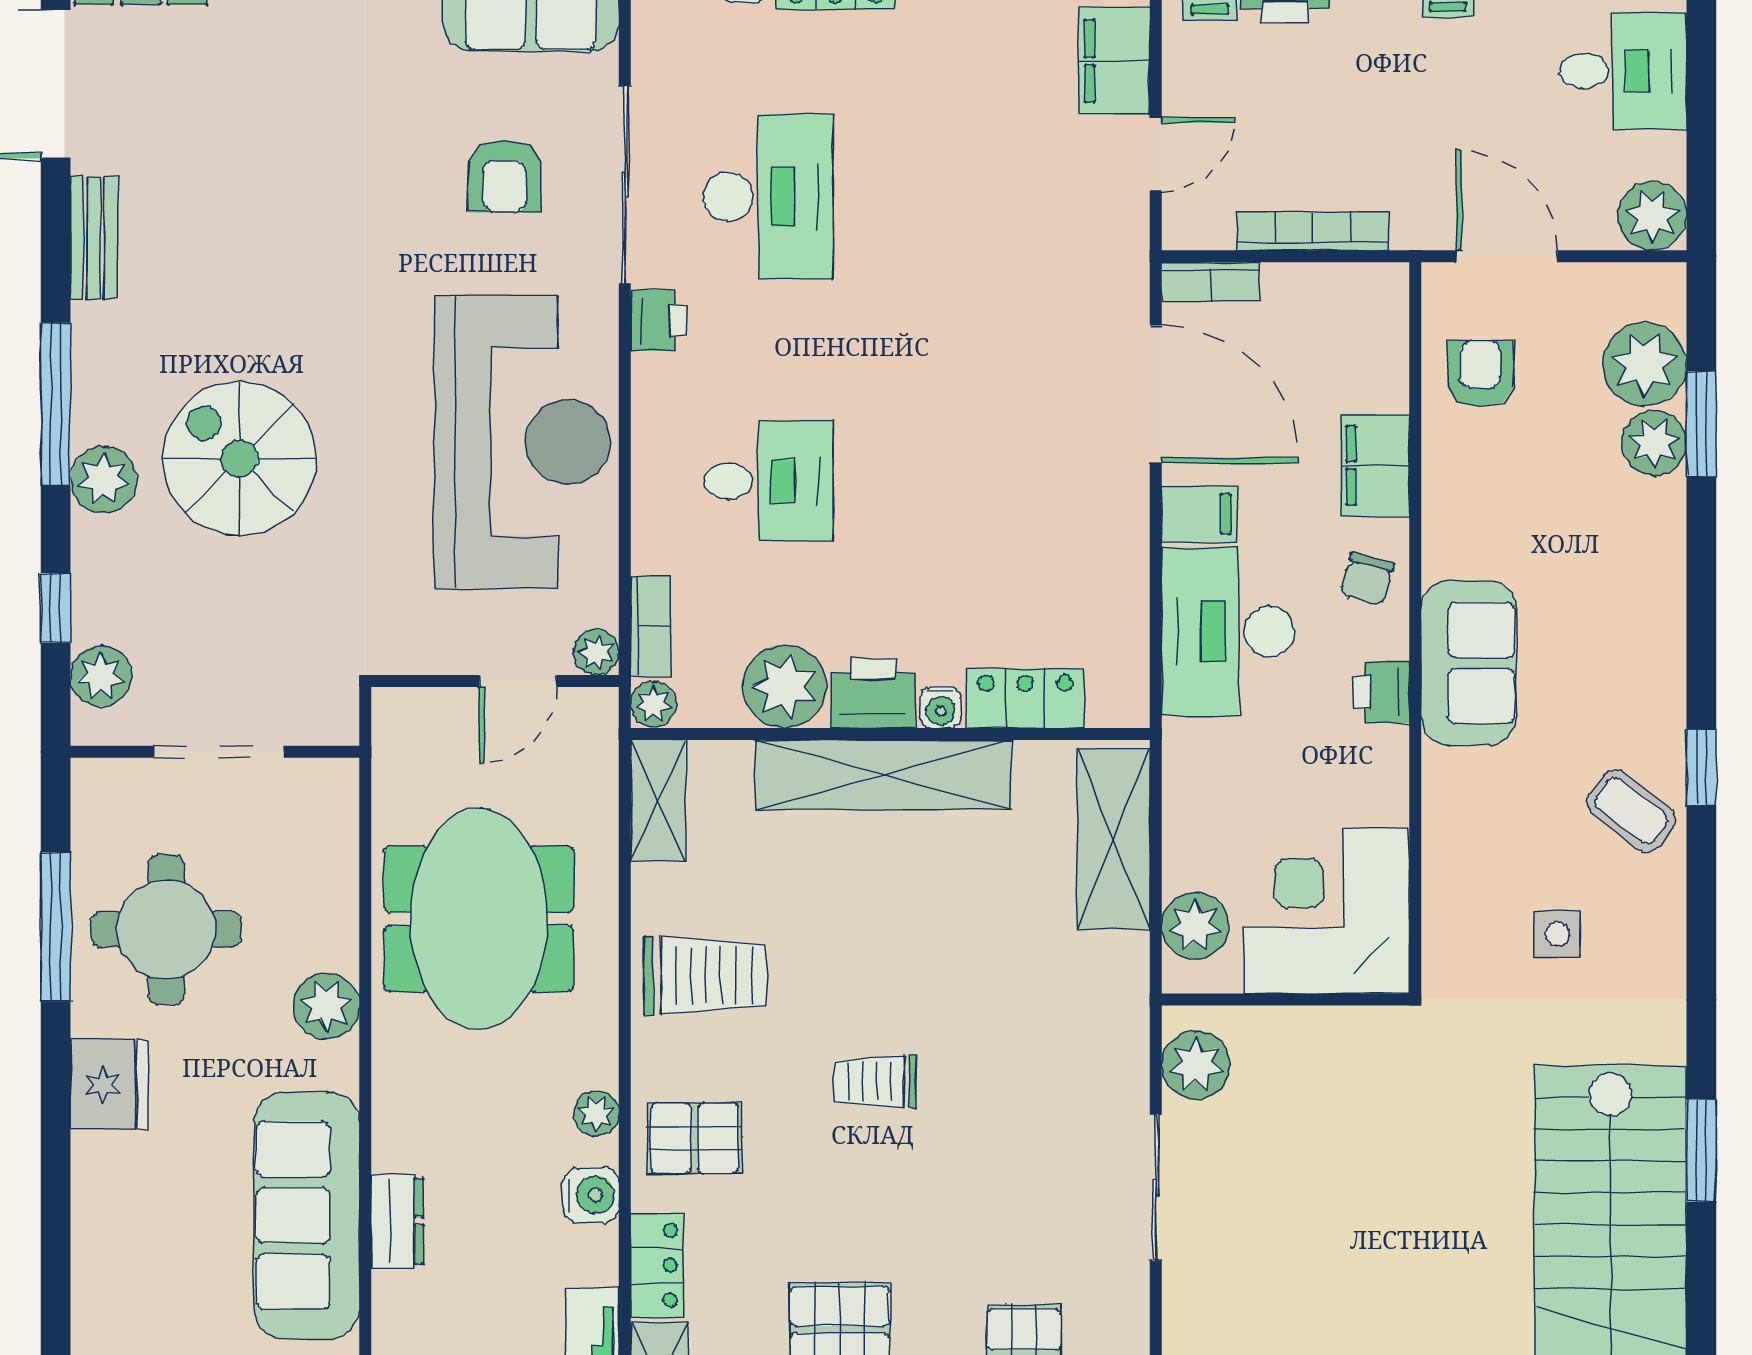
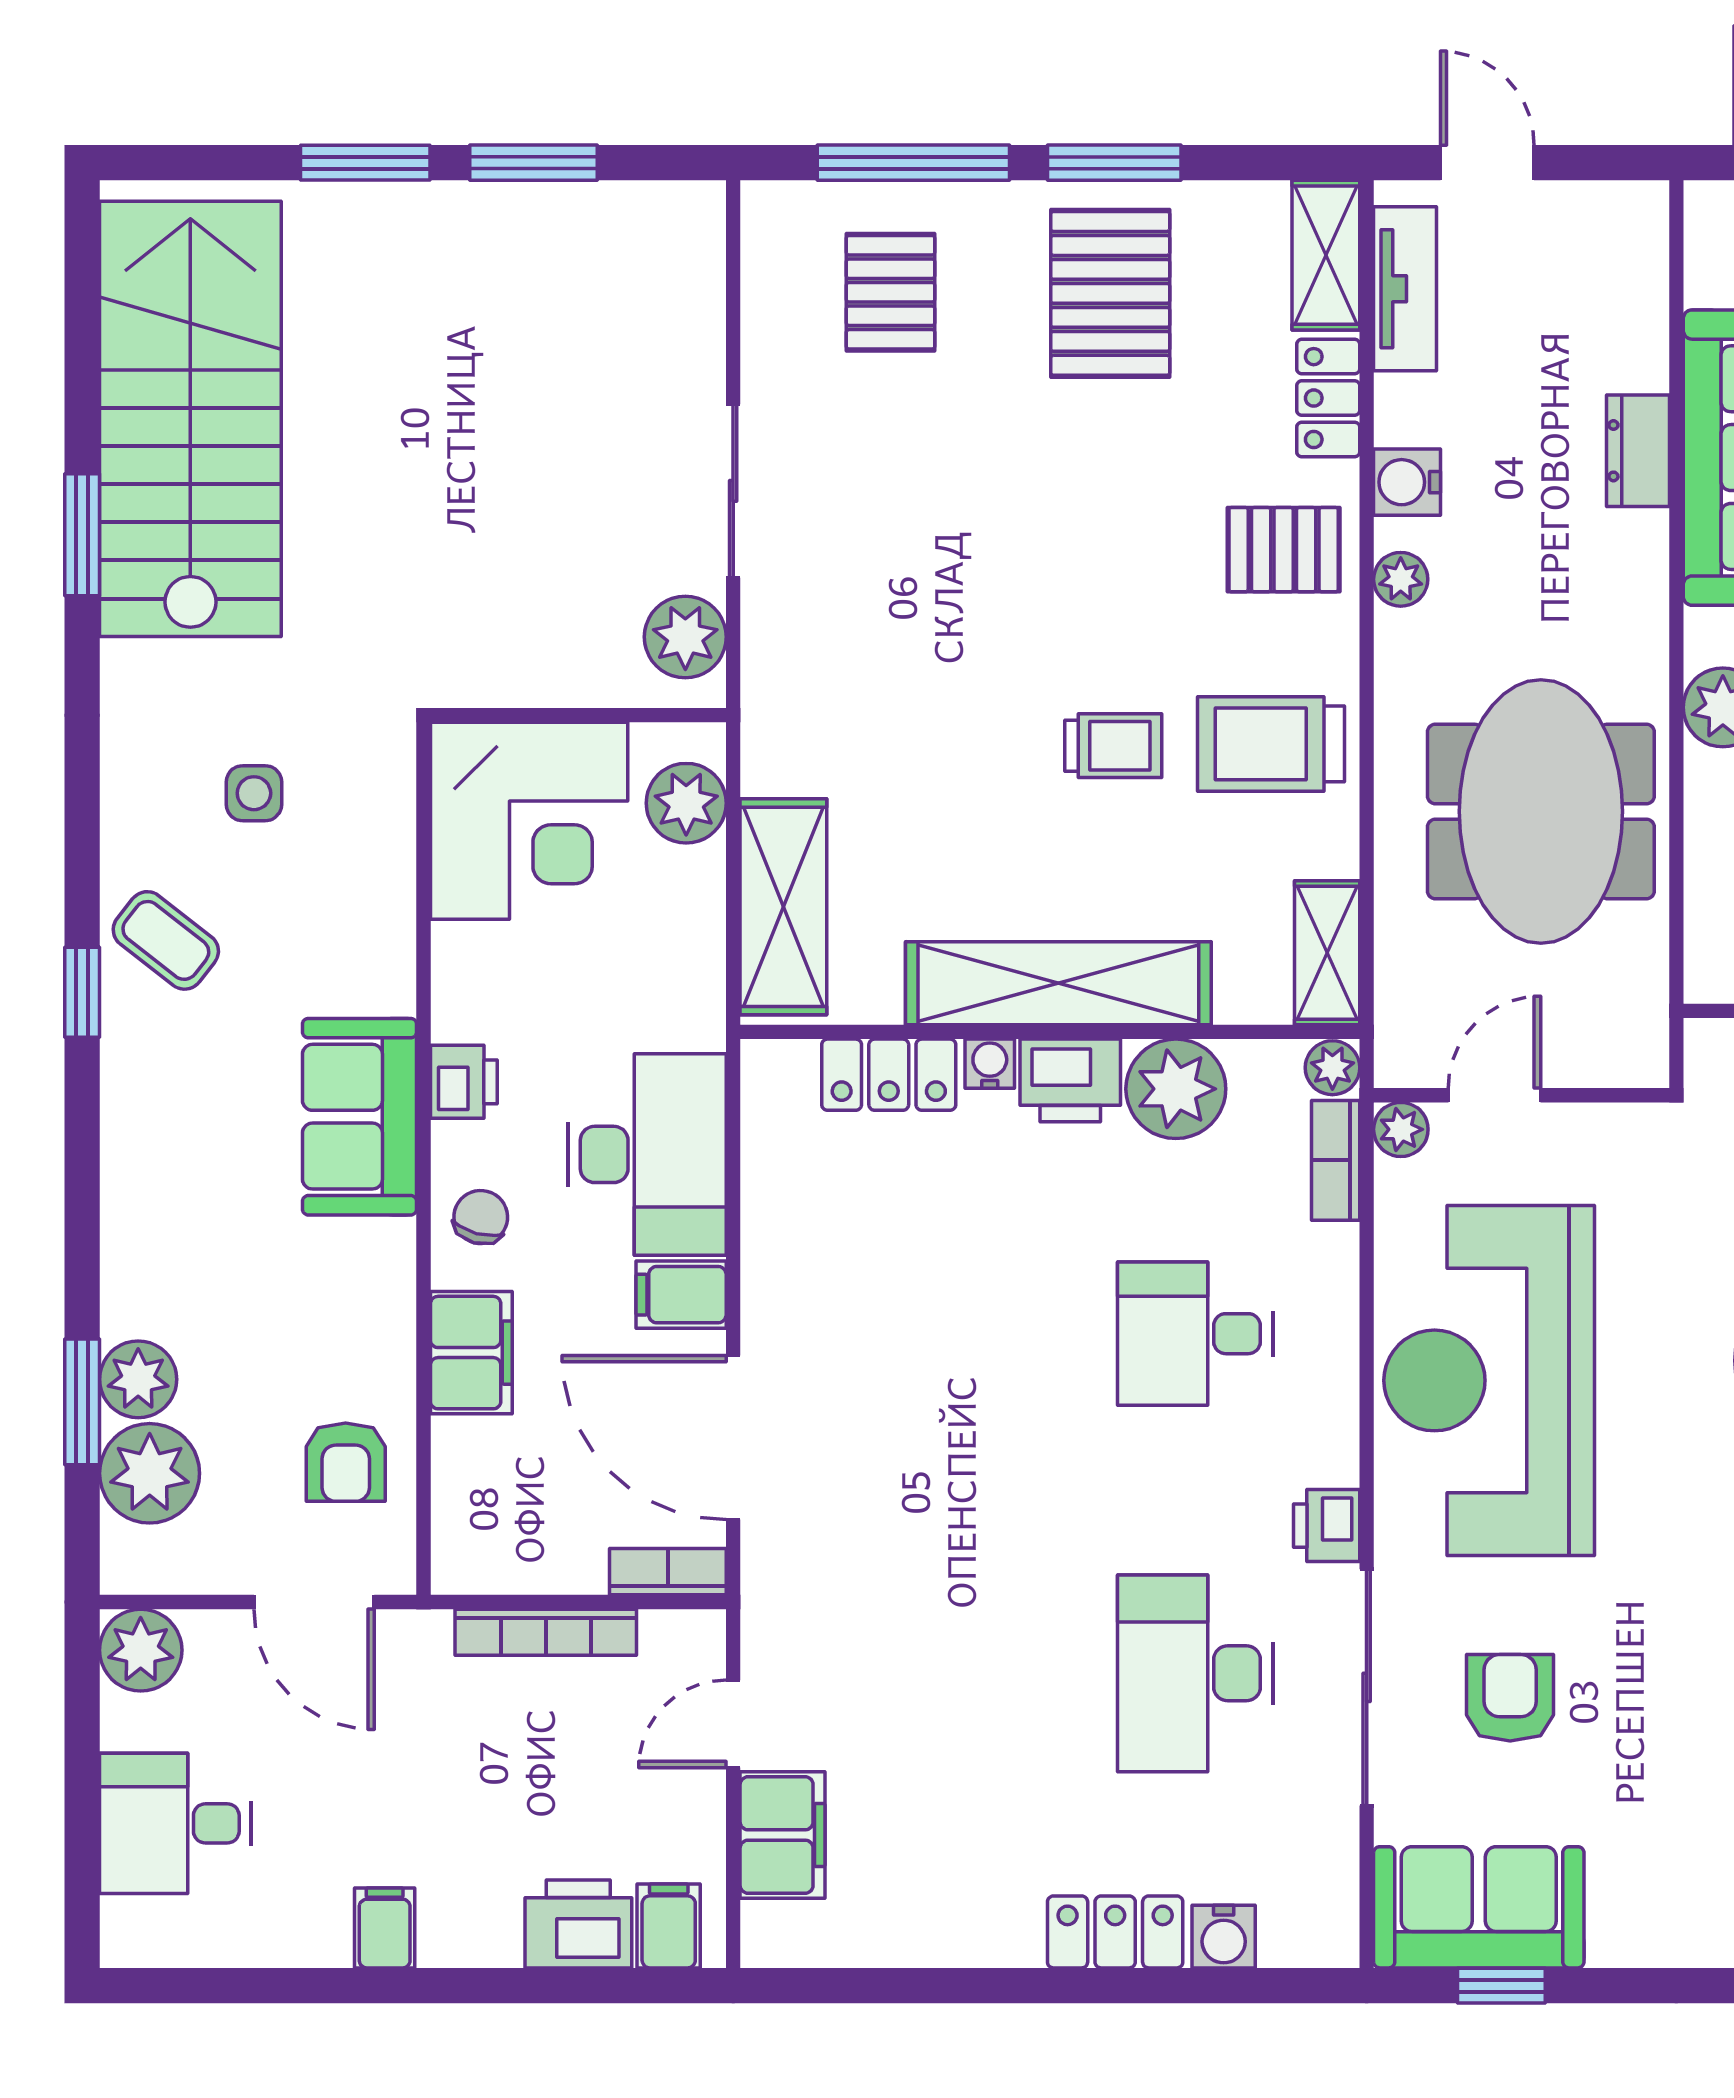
trolley: (875, 1081) -> (1113, 746), moved

